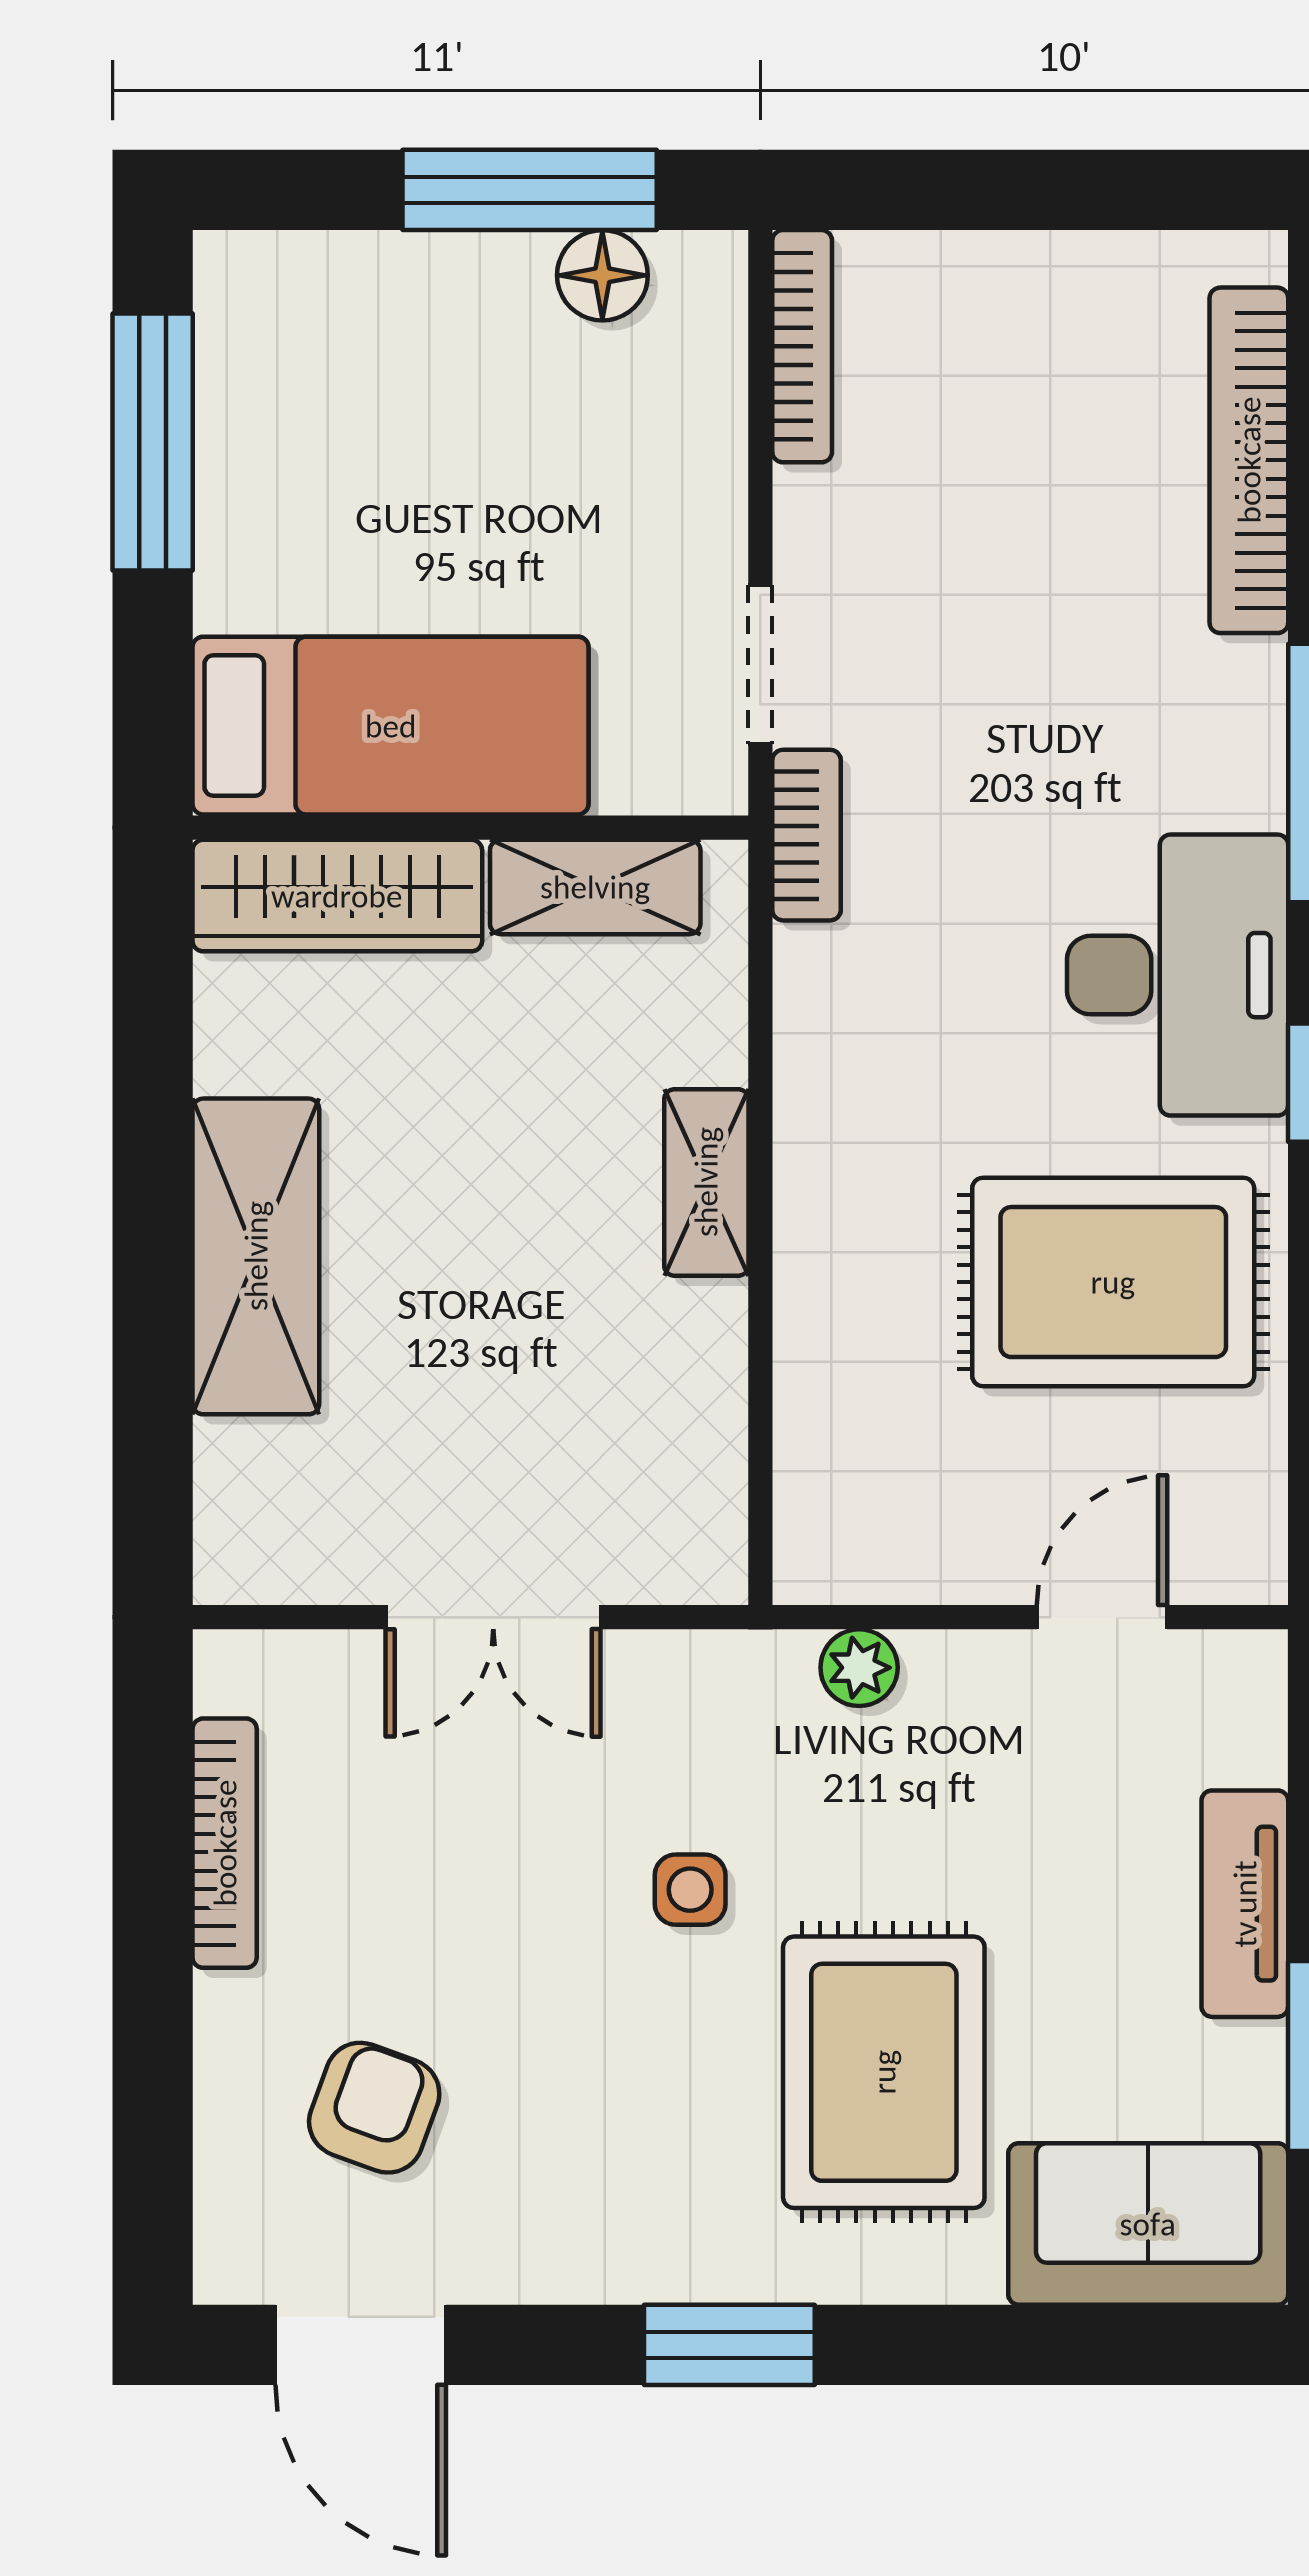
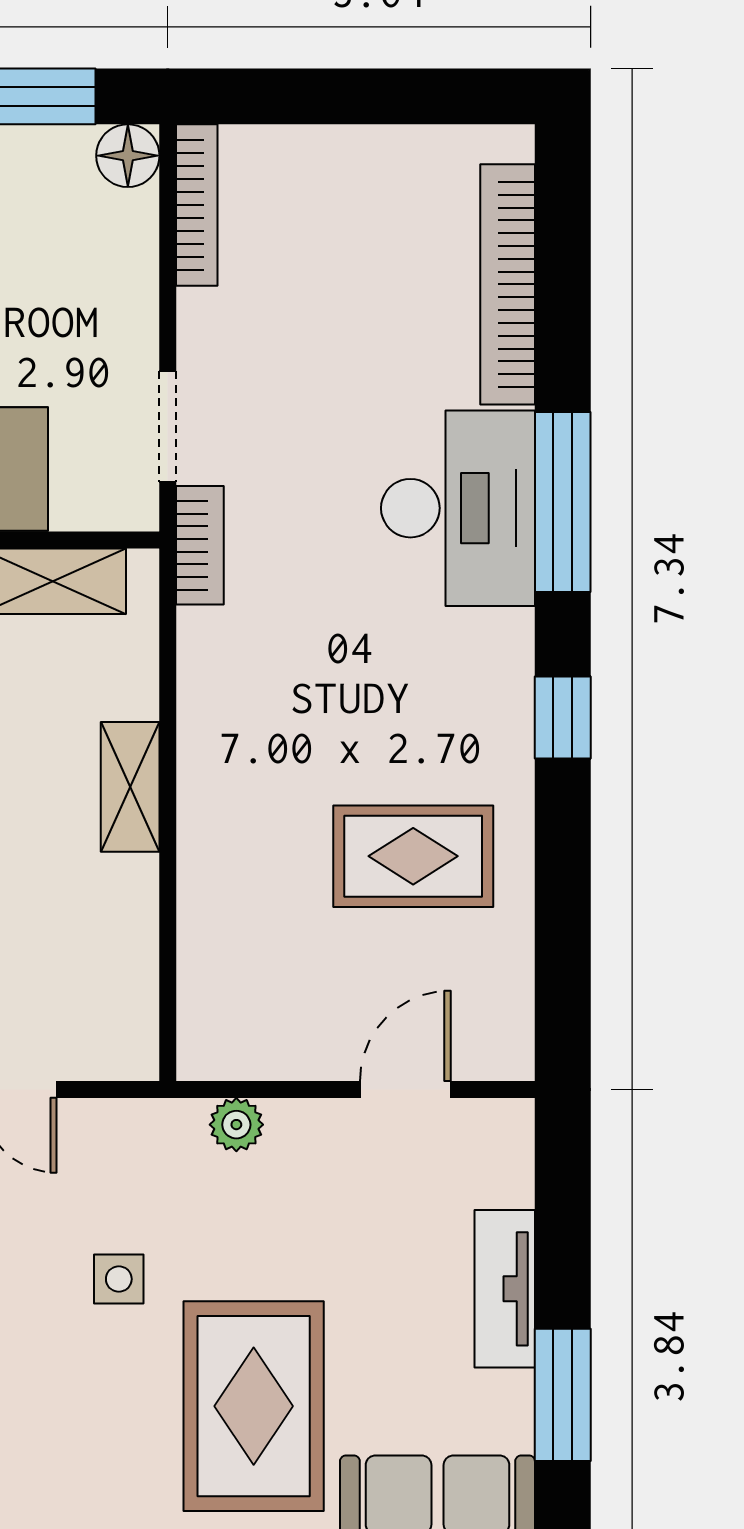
floor lamp: (602, 275) -> (128, 156), moved
desk: (1178, 975) -> (458, 508), moved
rug: (1113, 1282) -> (413, 856), width x0.73, depth x0.70

